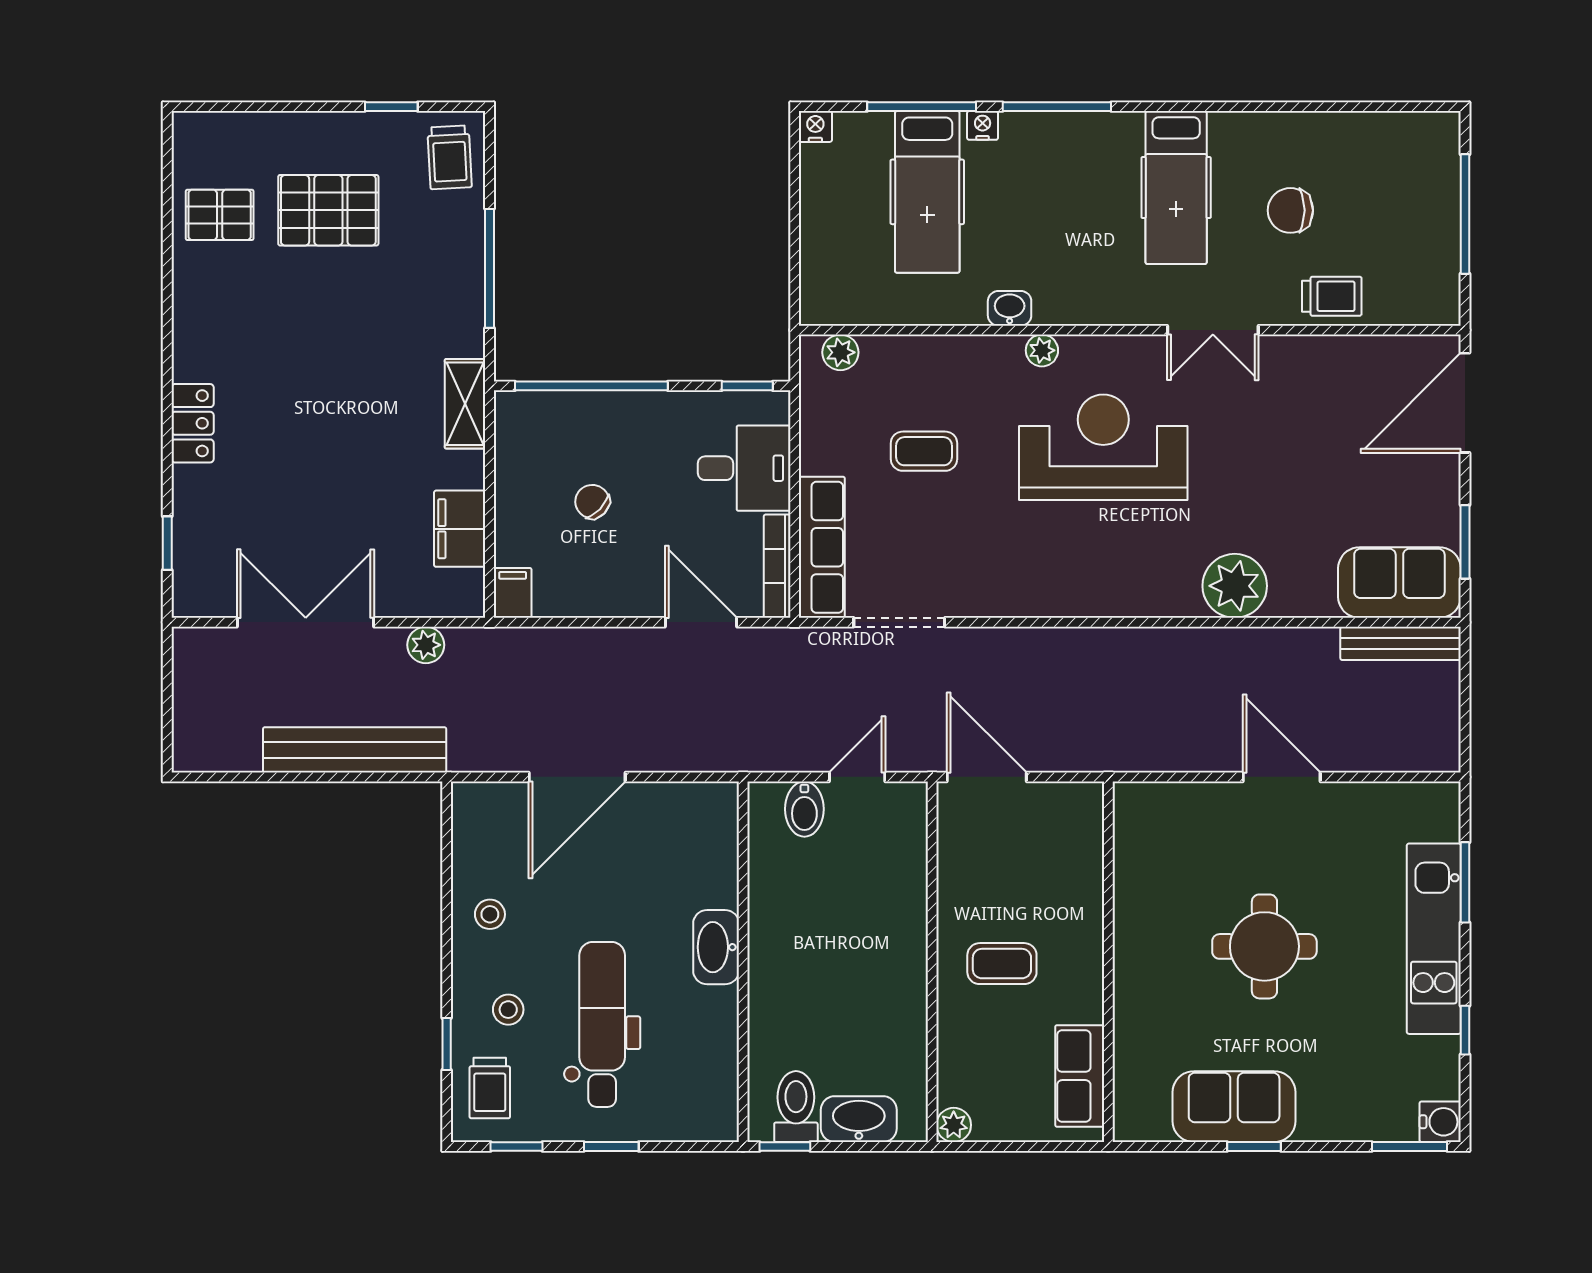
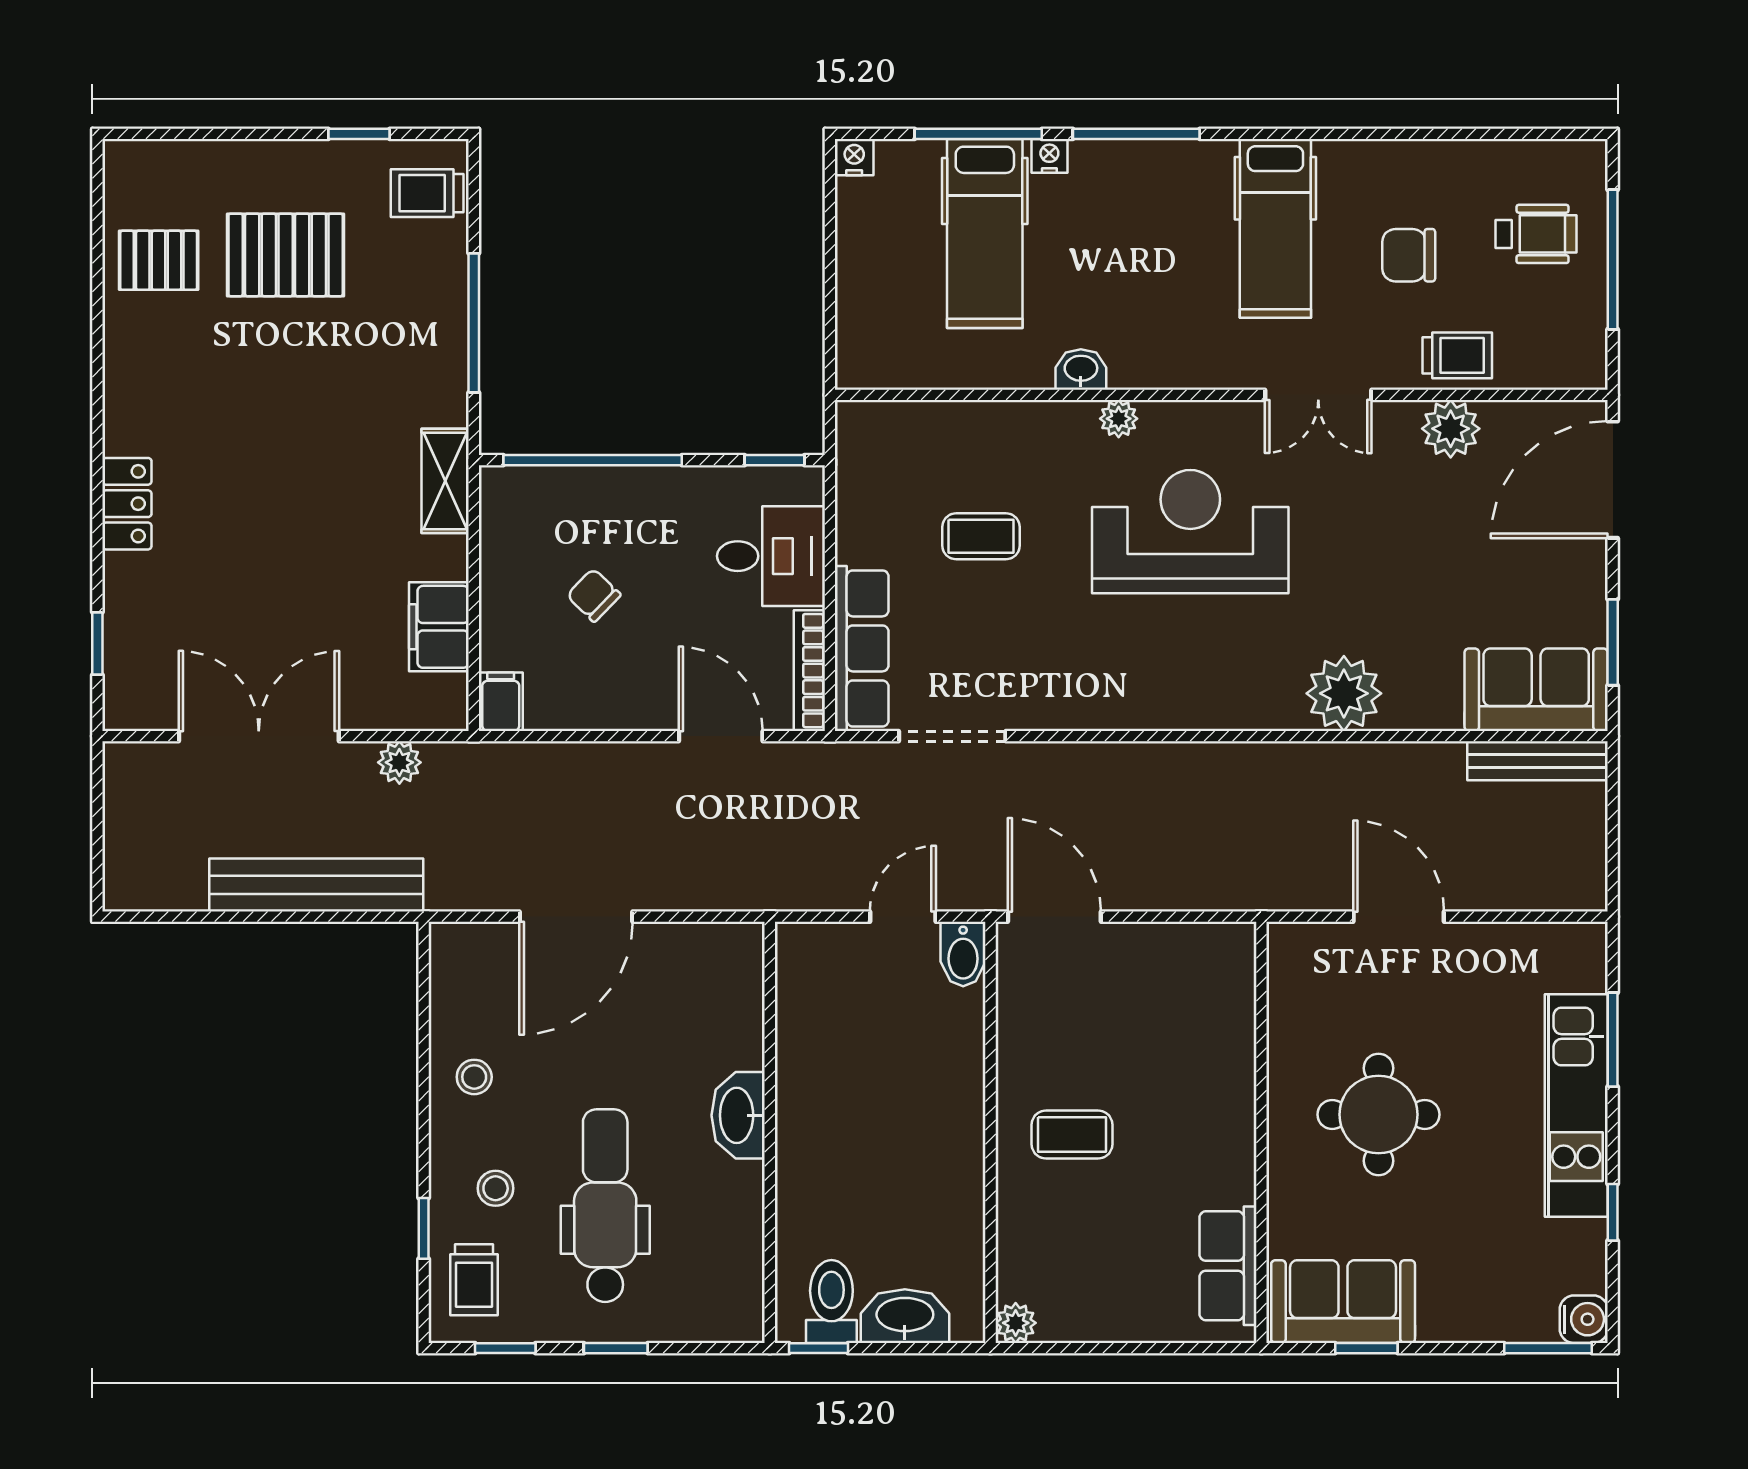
trolley: (450, 157) -> (427, 193), turned 93
wheelchair: (1399, 192) -> (1536, 234), added
plant: (840, 352) -> (1451, 429), moved, width x1.38, depth x1.38
bidet: (804, 809) -> (963, 954), moved
wall: (1108, 962) -> (1261, 1132), moved
row of seats: (1080, 1076) -> (1228, 1266), moved

